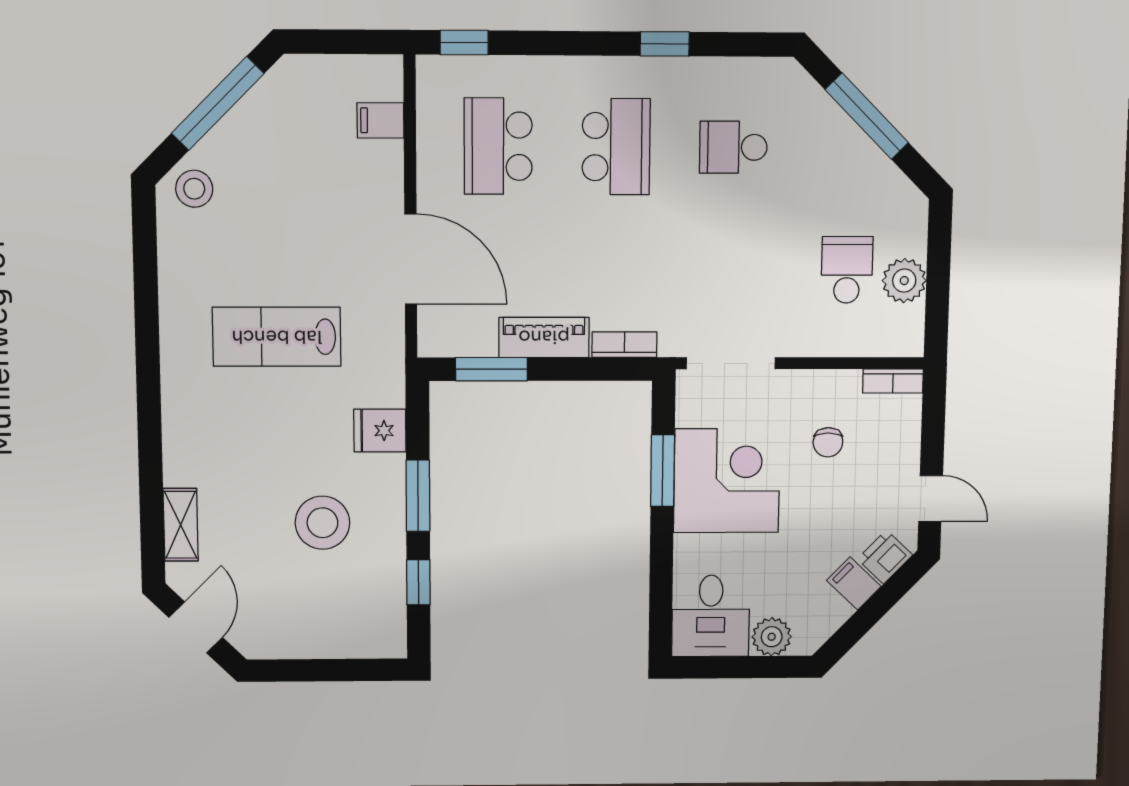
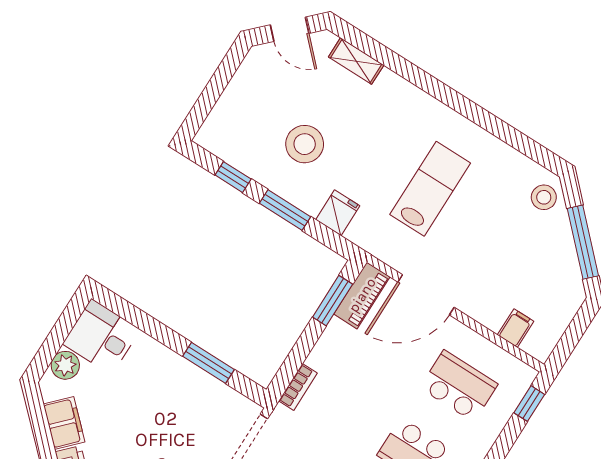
piano: (544, 337) -> (362, 295), moved
corner desk: (727, 481) -> (178, 397), removed
filing cabinet: (854, 583) -> (64, 423), width x2.00

